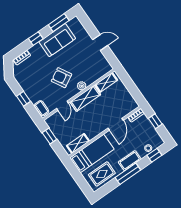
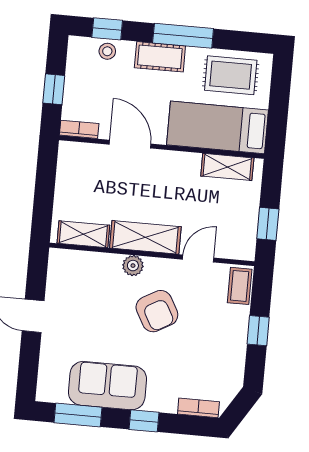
door: (116, 124) -> (130, 144), hinge flipped

